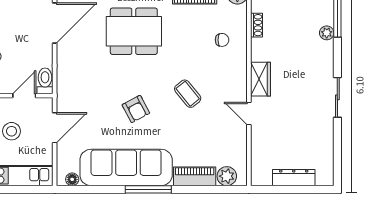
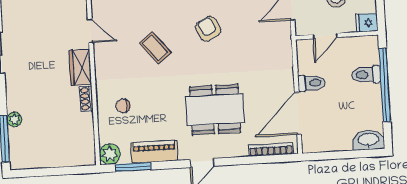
shoe rack: (257, 25) -> (86, 99), moved
toilet: (45, 81) -> (312, 83), moved, turned -90

